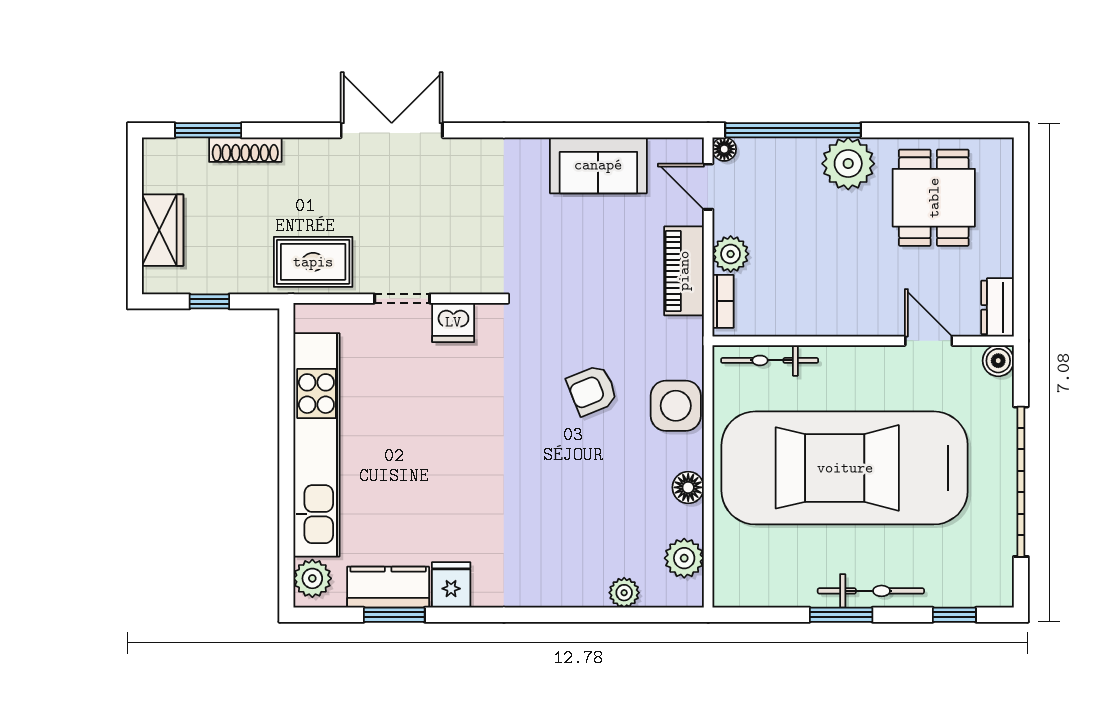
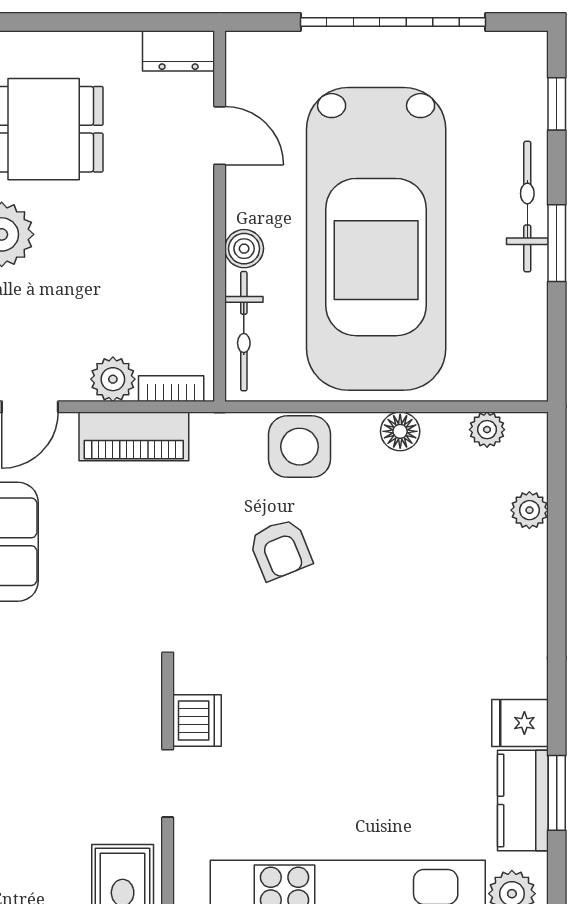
door: (929, 341) -> (220, 136), swing flipped
boiler: (998, 361) -> (244, 249), moved
plant: (684, 558) -> (487, 430), width x0.73, depth x0.73

